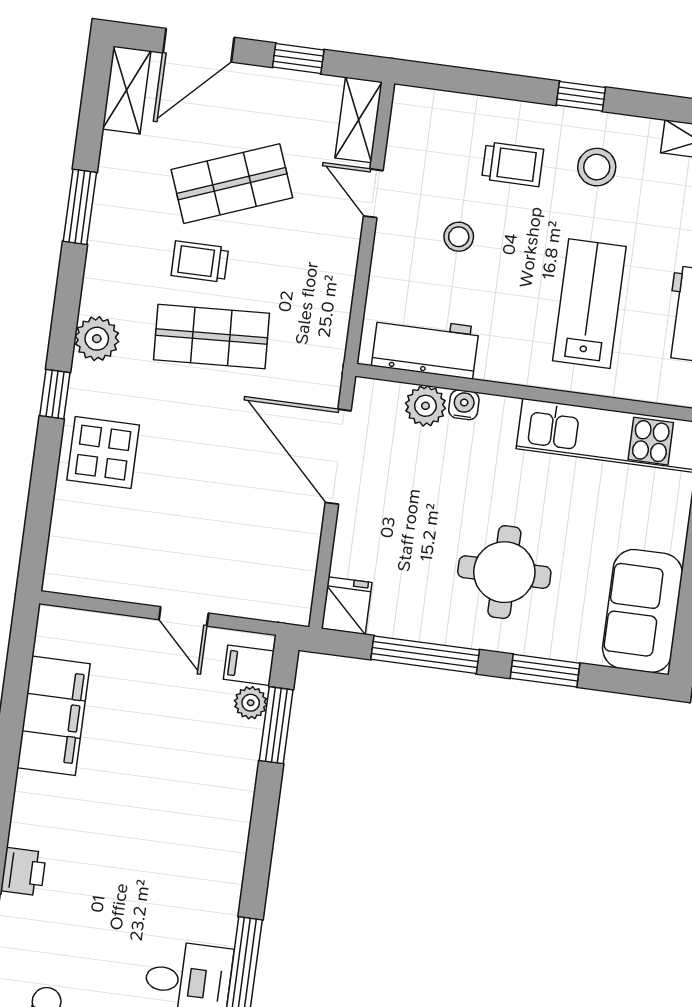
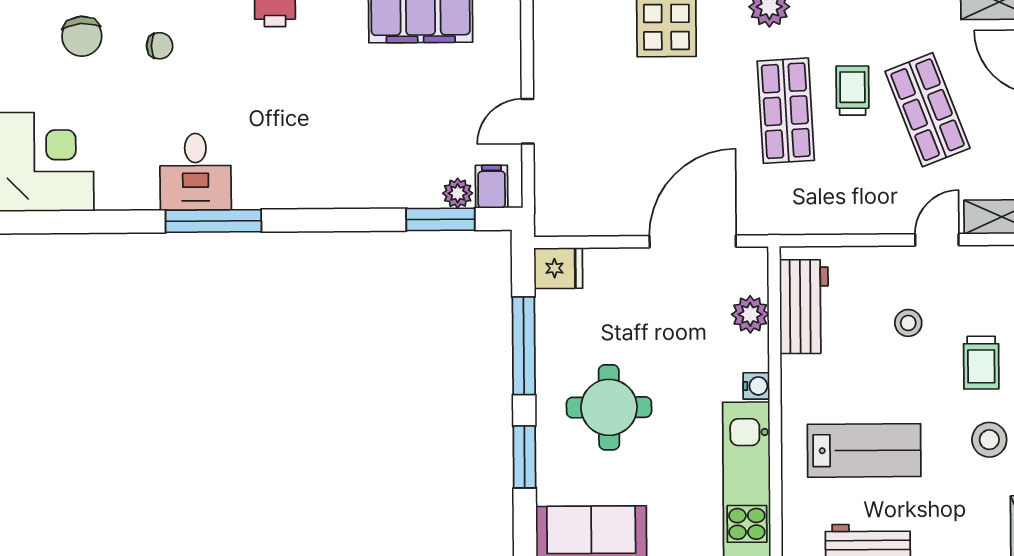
water cooler: (464, 405) -> (756, 386), moved

